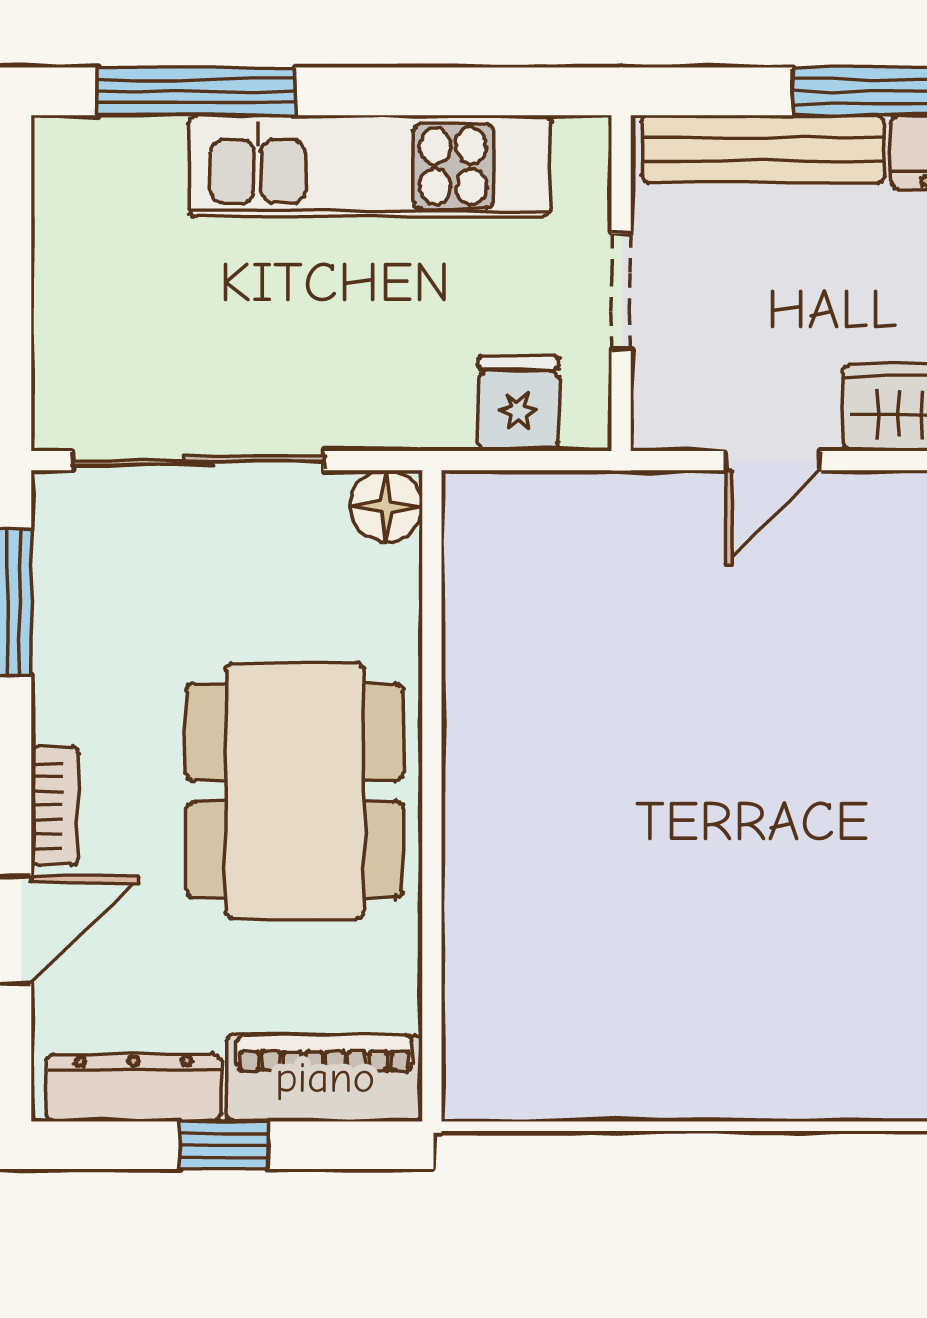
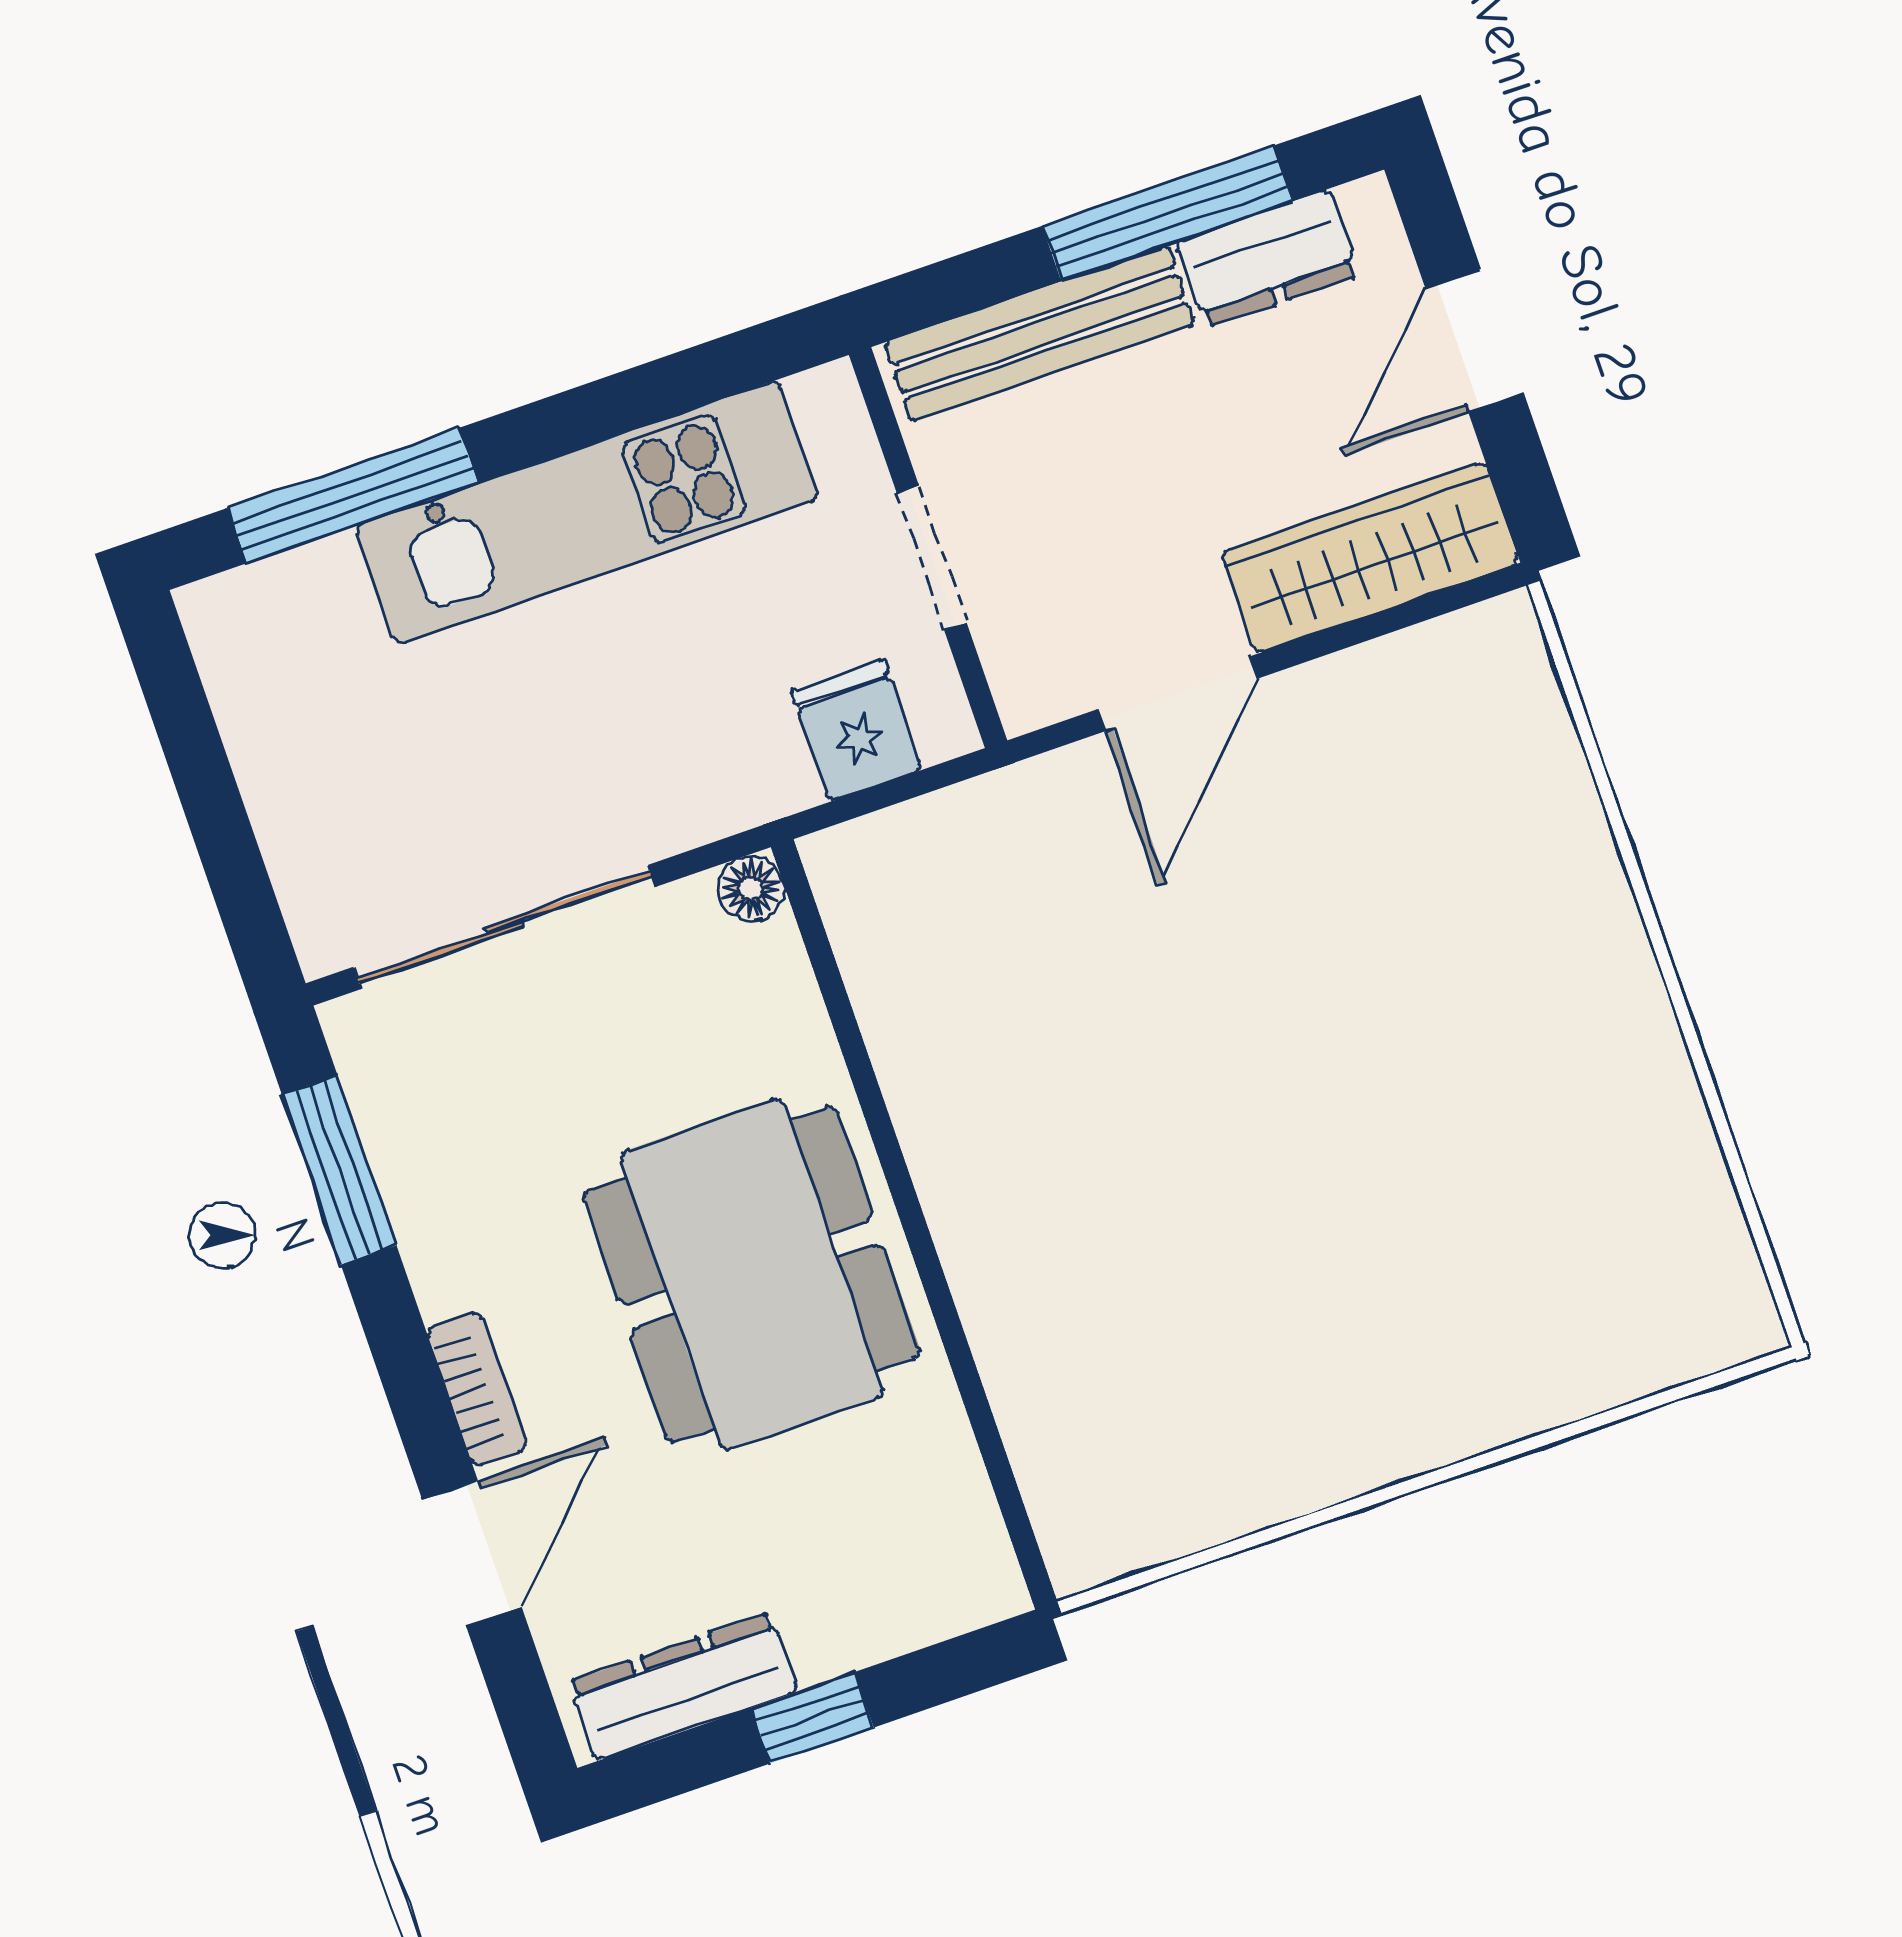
door: (773, 461) -> (1178, 694), width x1.38
floor lamp: (386, 506) -> (751, 889), width x0.73, depth x0.73
piano: (325, 1078) -> (903, 1598), removed

